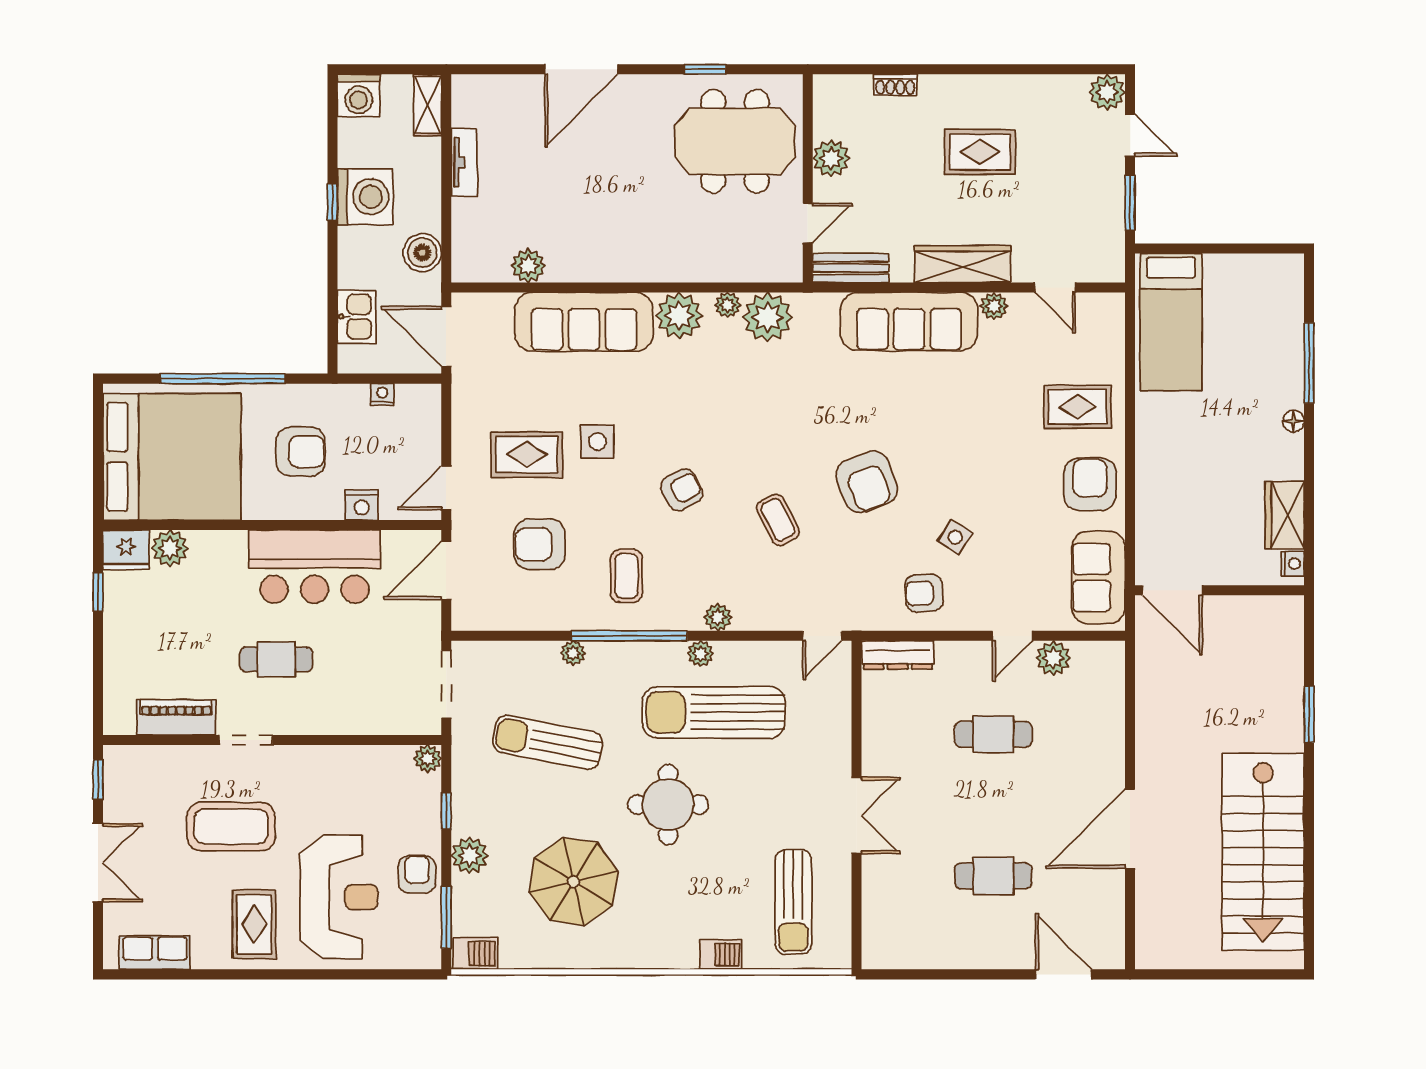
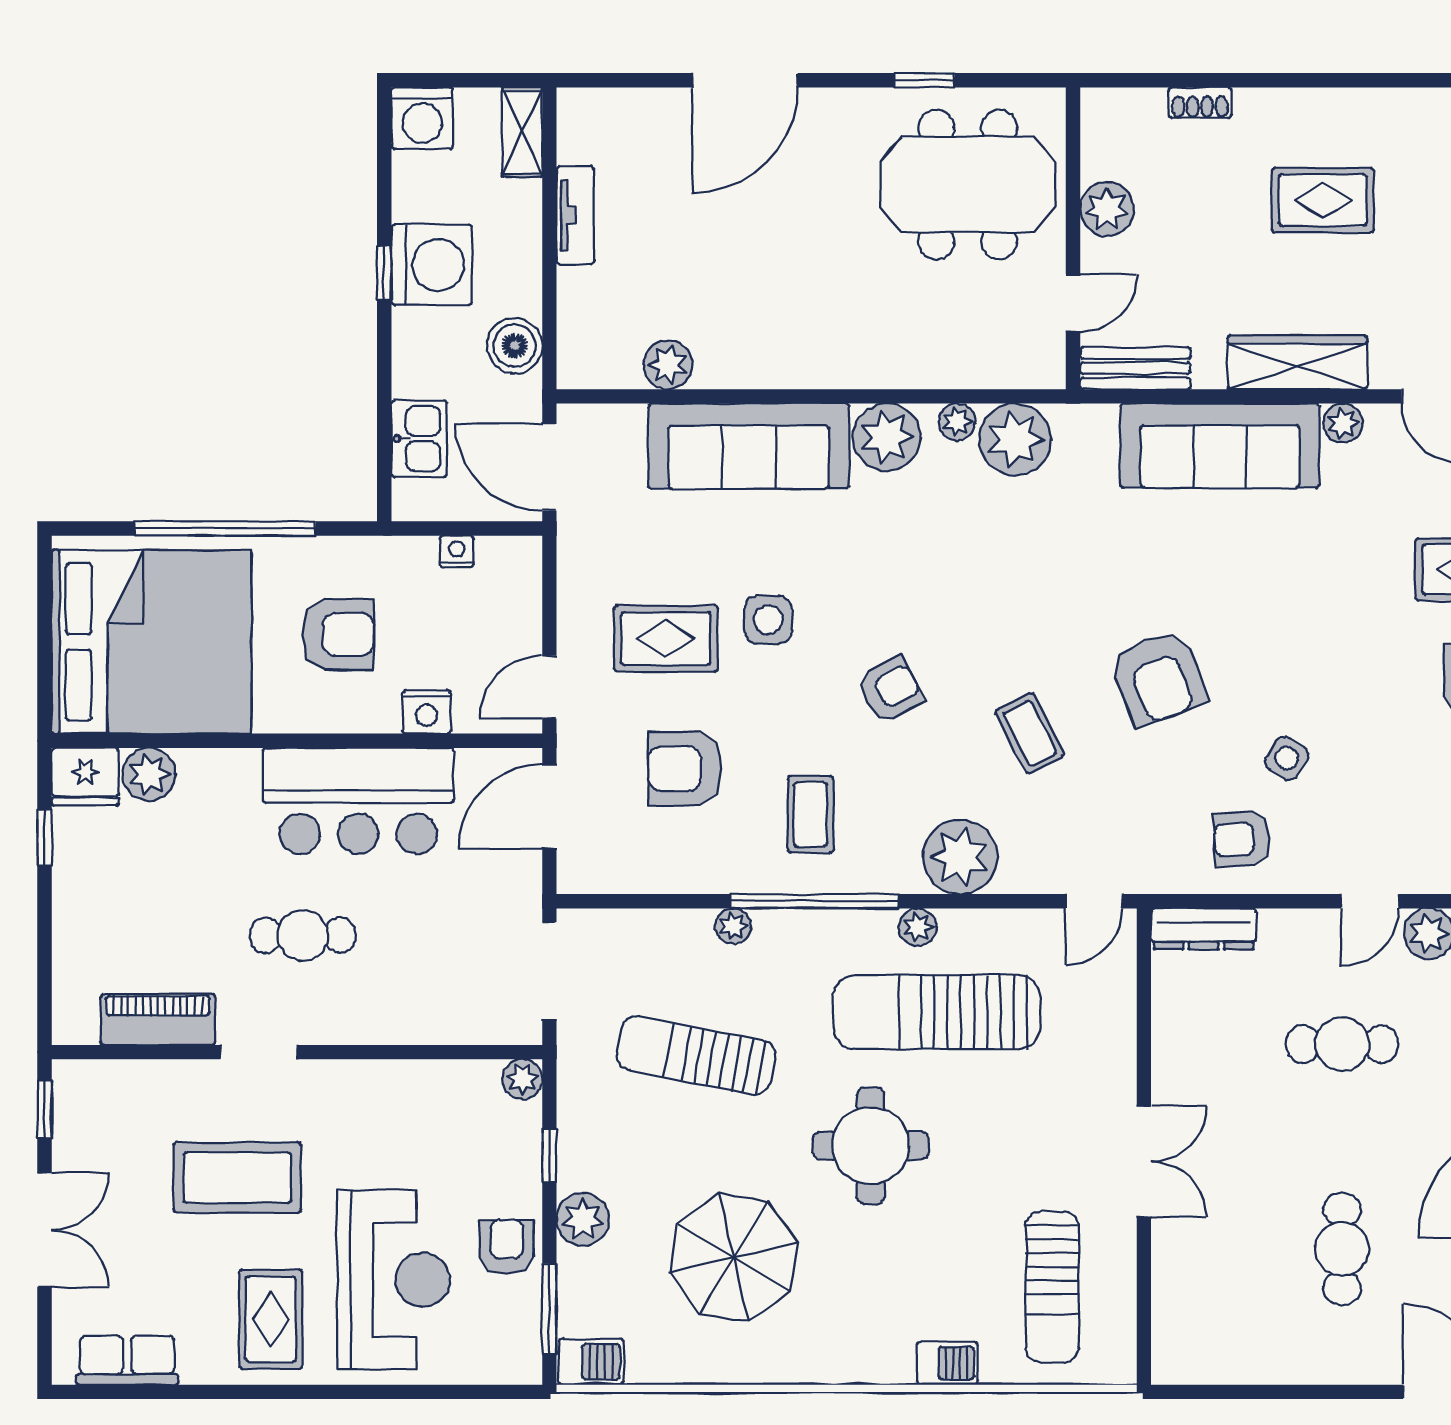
plant: (718, 617) -> (960, 857), width x1.88, depth x1.88
cafe table: (993, 876) -> (1342, 1249), turned 90

